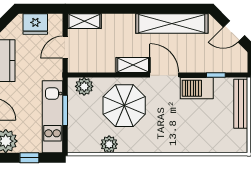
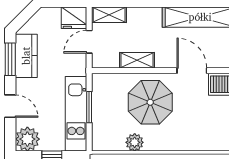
fridge: (35, 24) -> (74, 18), moved
shelving: (133, 65) -> (137, 60), moved
plant: (84, 86) -> (109, 82), removed

